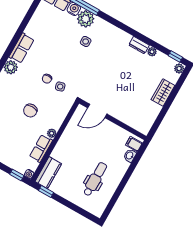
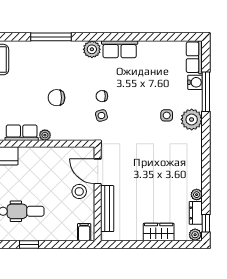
plant: (86, 19) -> (192, 119), moved
dresser: (139, 45) -> (196, 213), moved
bench: (127, 119) -> (107, 209), added
stool: (104, 132) -> (79, 192), added
washbasin: (130, 156) -> (69, 235), removed
window: (121, 187) -> (29, 244), added

